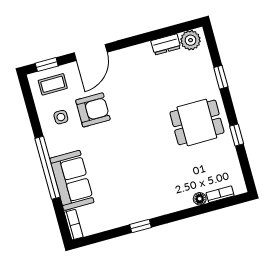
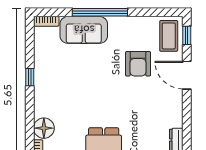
coffee table: (53, 84) -> (169, 36), width x1.36, depth x1.30
side table: (61, 117) -> (139, 35), removed
floor lamp: (200, 199) -> (44, 128), width x1.89, depth x1.89

